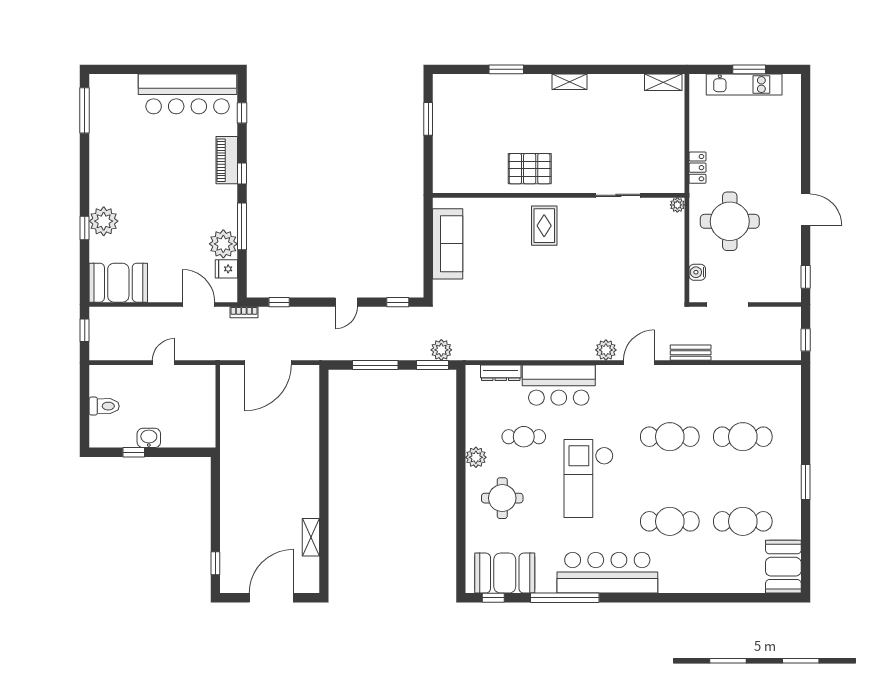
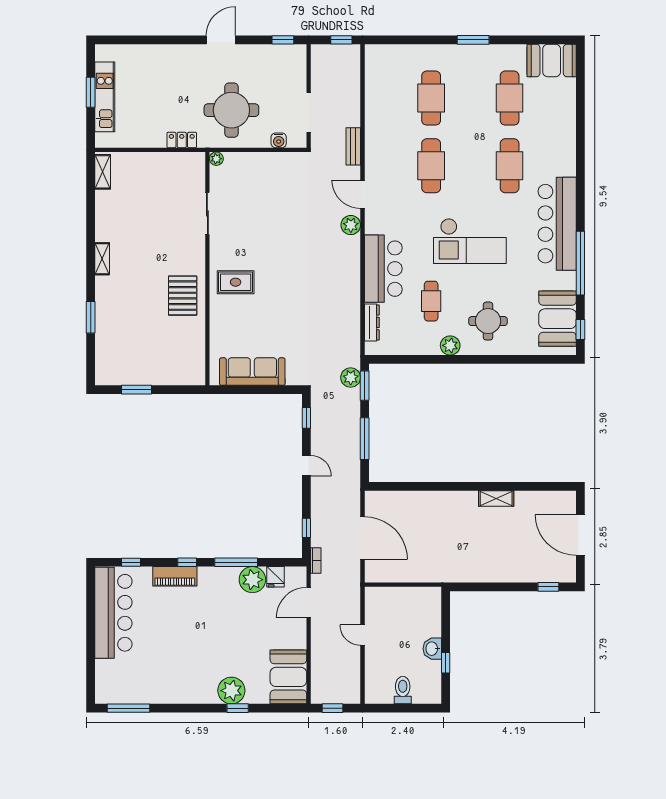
shelving: (311, 537) -> (496, 499), moved

